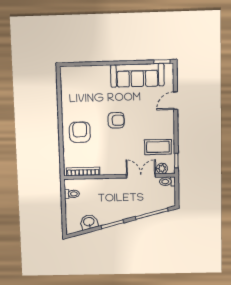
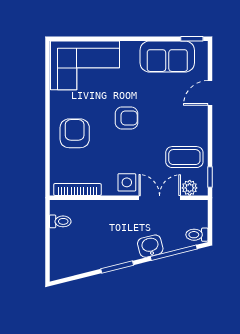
sofa: (137, 75) -> (167, 57), width x0.73
corner sofa: (85, 83) -> (85, 65), added
side table: (118, 166) -> (127, 182), added
toilet: (167, 182) -> (197, 235), moved
washbasin: (89, 222) -> (150, 246), moved

